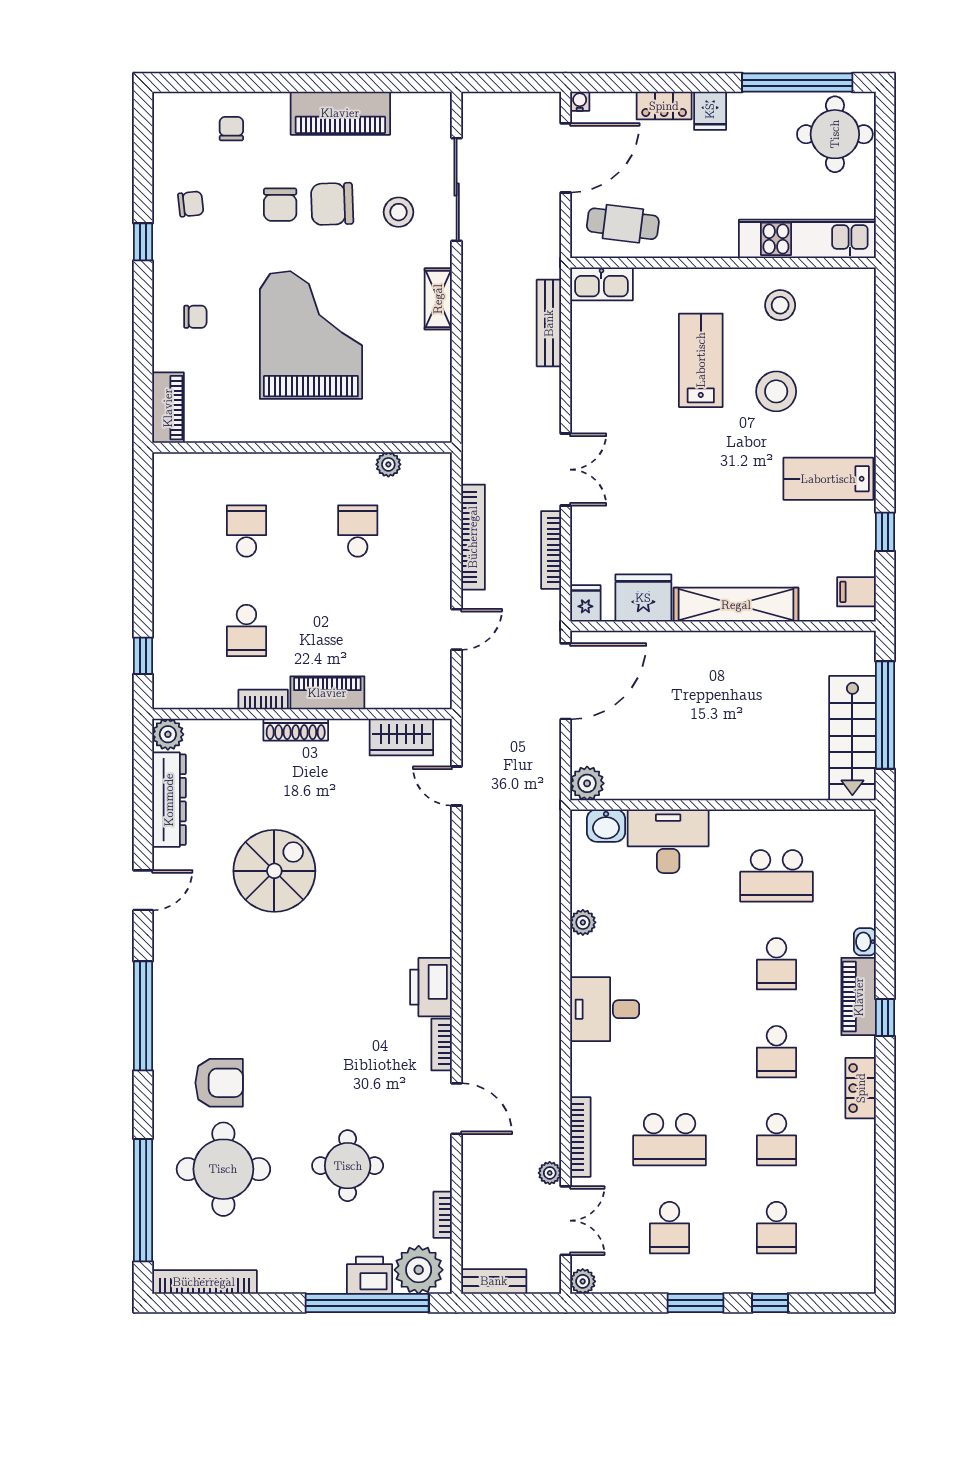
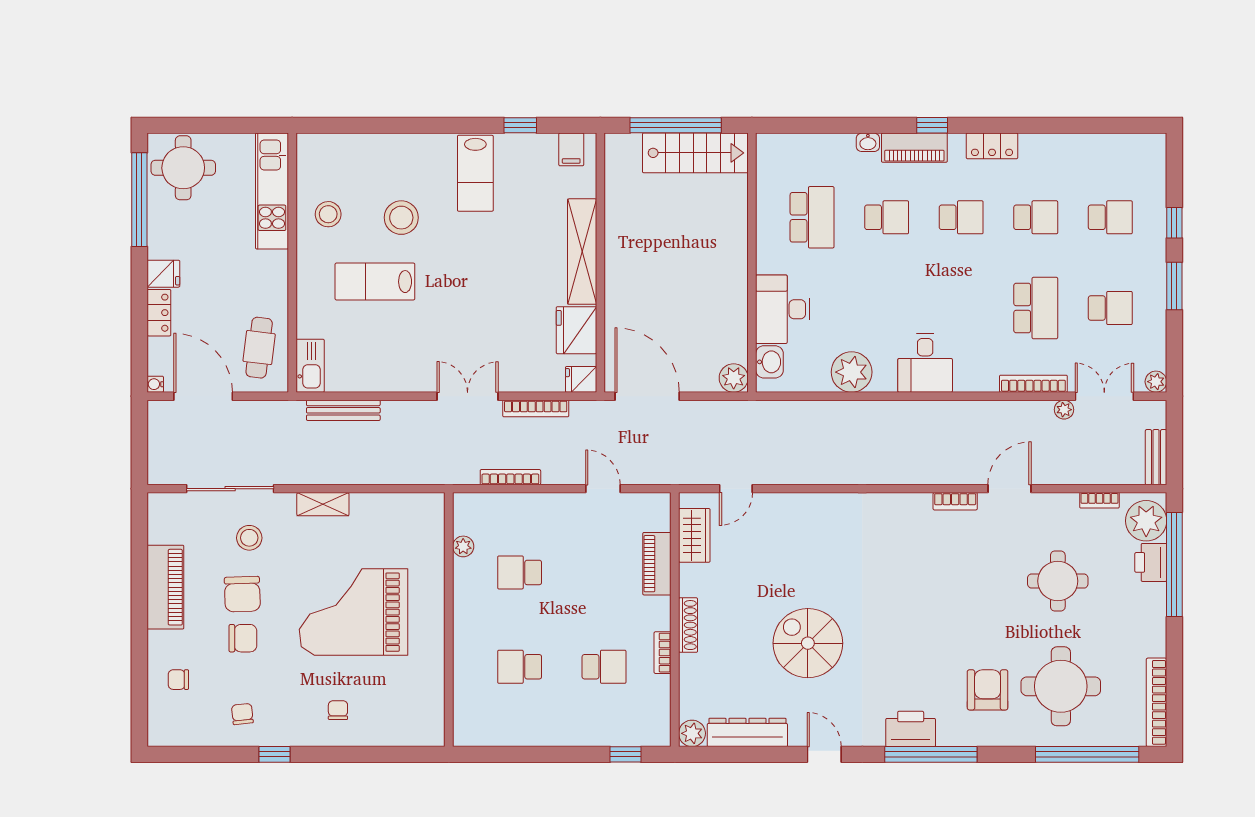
piano: (168, 408) -> (415, 733), removed
bookcase: (473, 537) -> (510, 477), width x0.68, depth x0.76
piano: (327, 693) -> (657, 564), moved
plant: (583, 922) -> (852, 372), width x1.87, depth x1.87
printer: (431, 987) -> (911, 729), moved, turned 180

